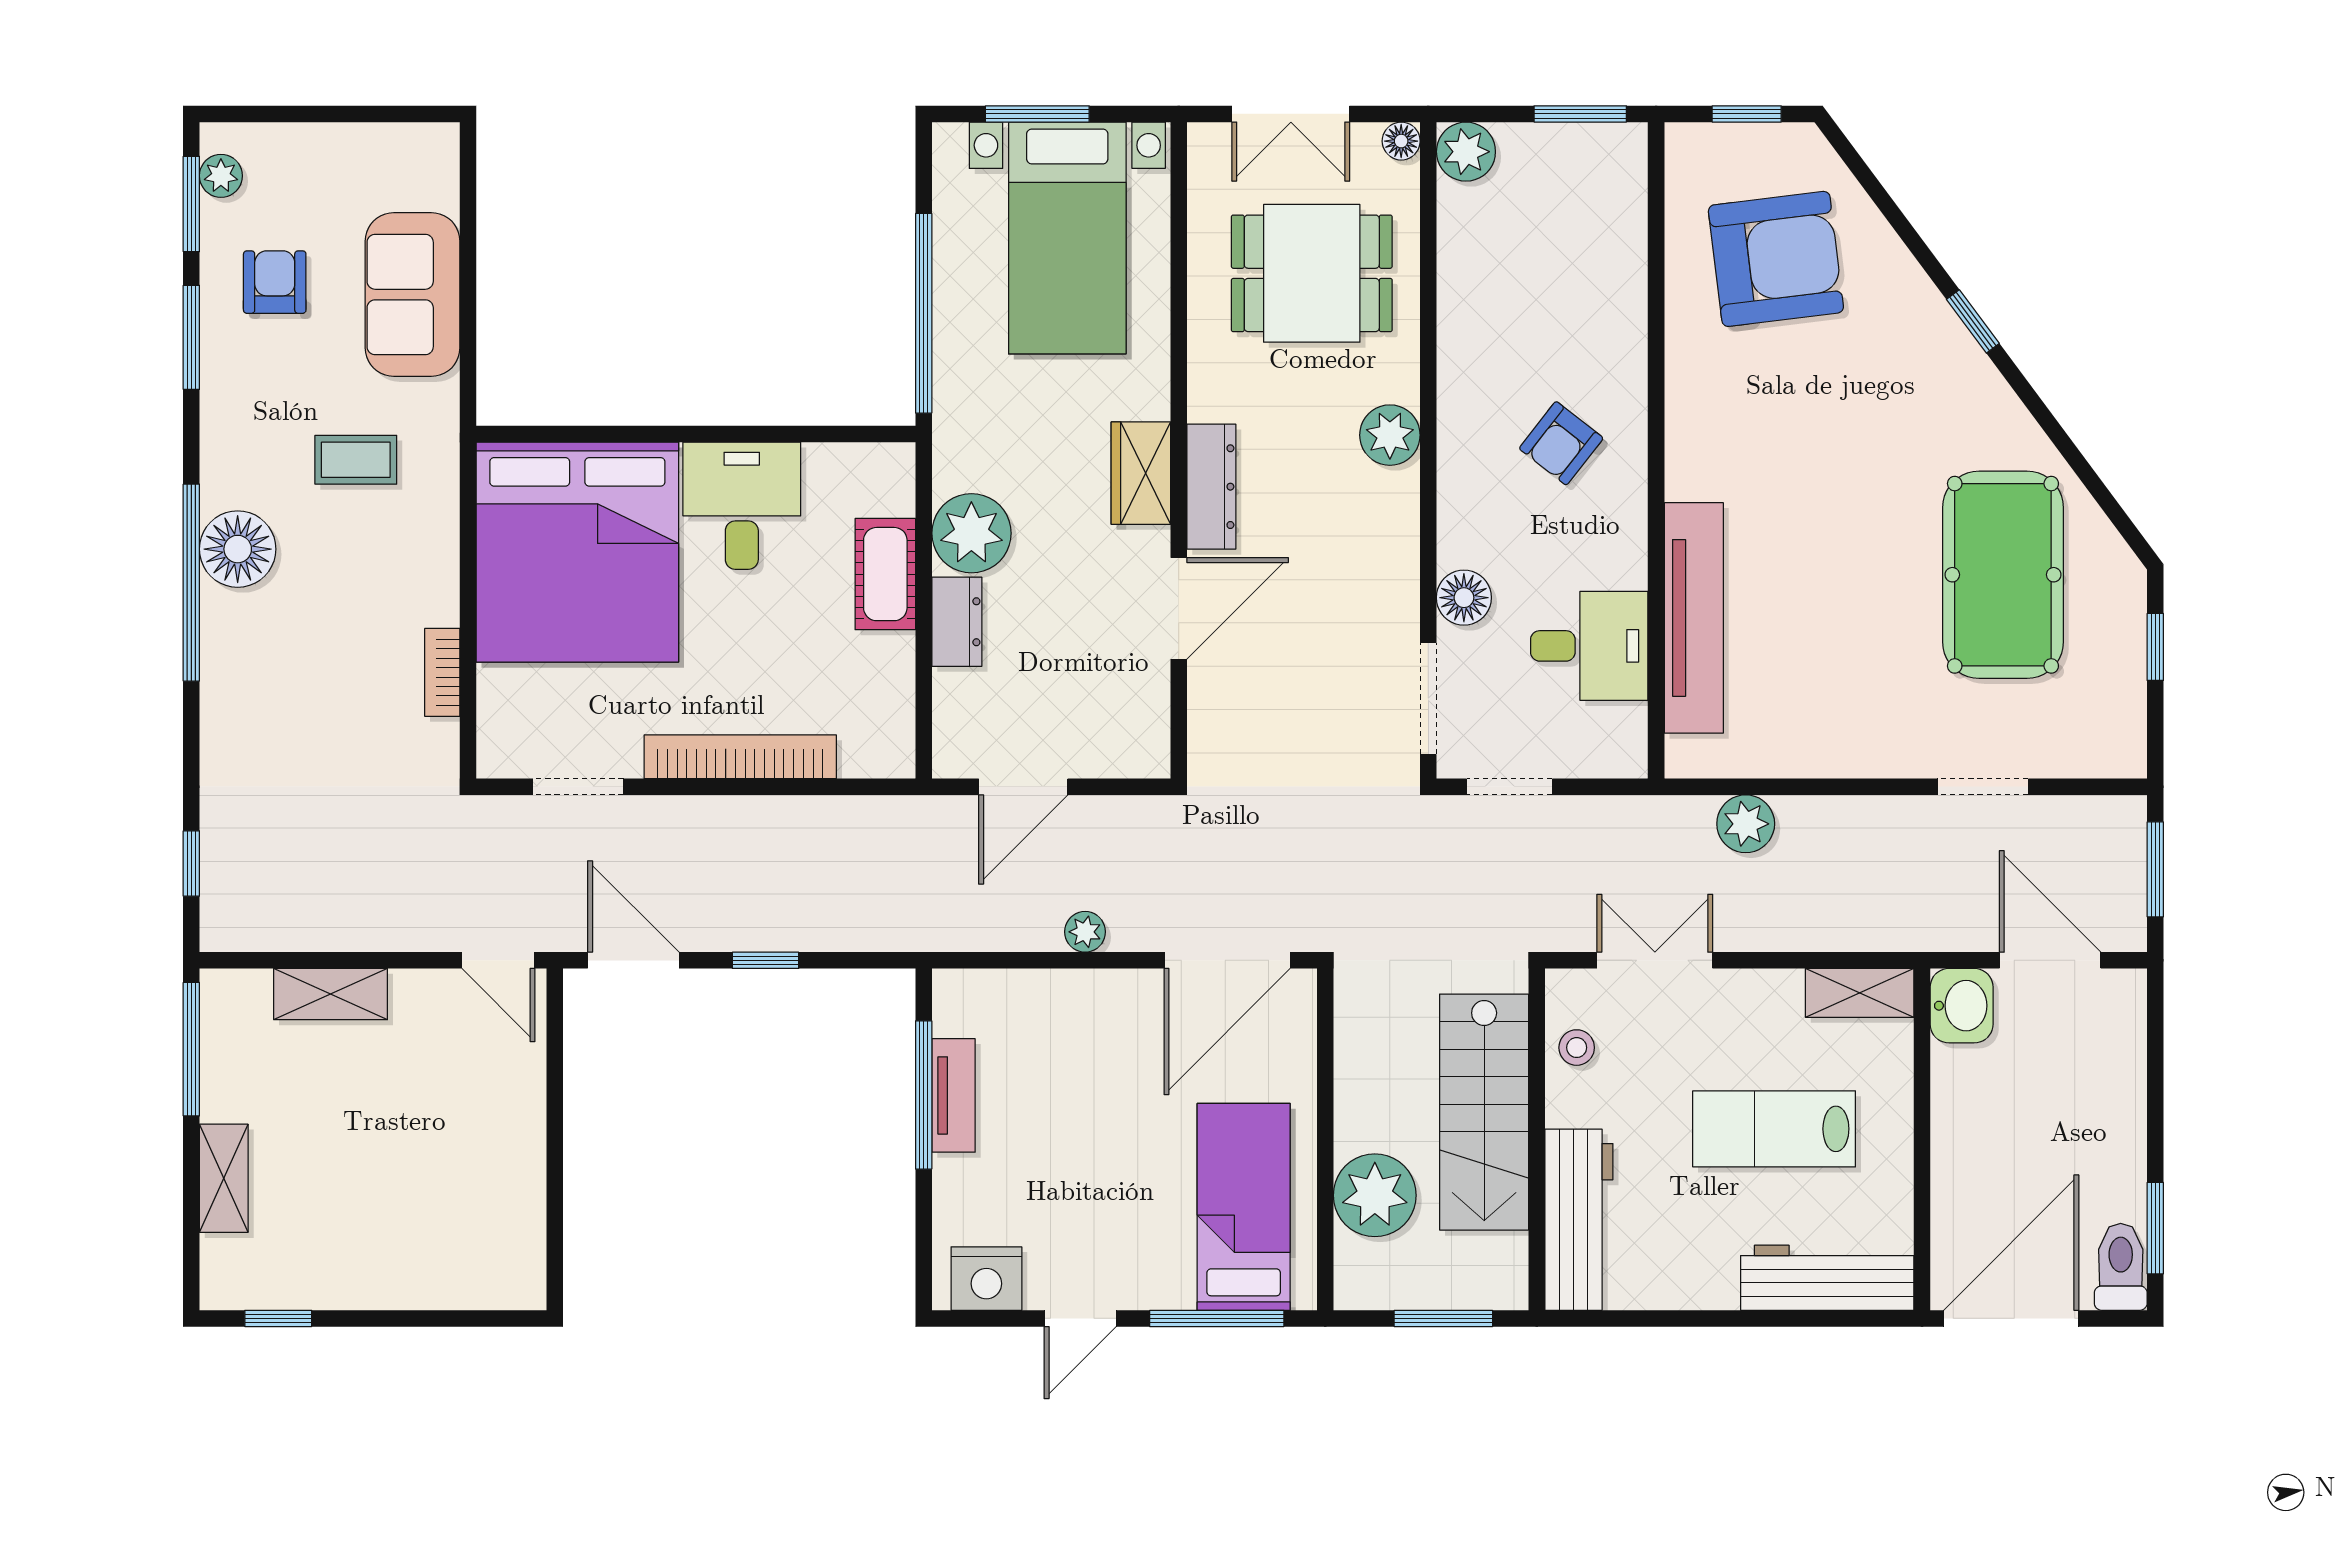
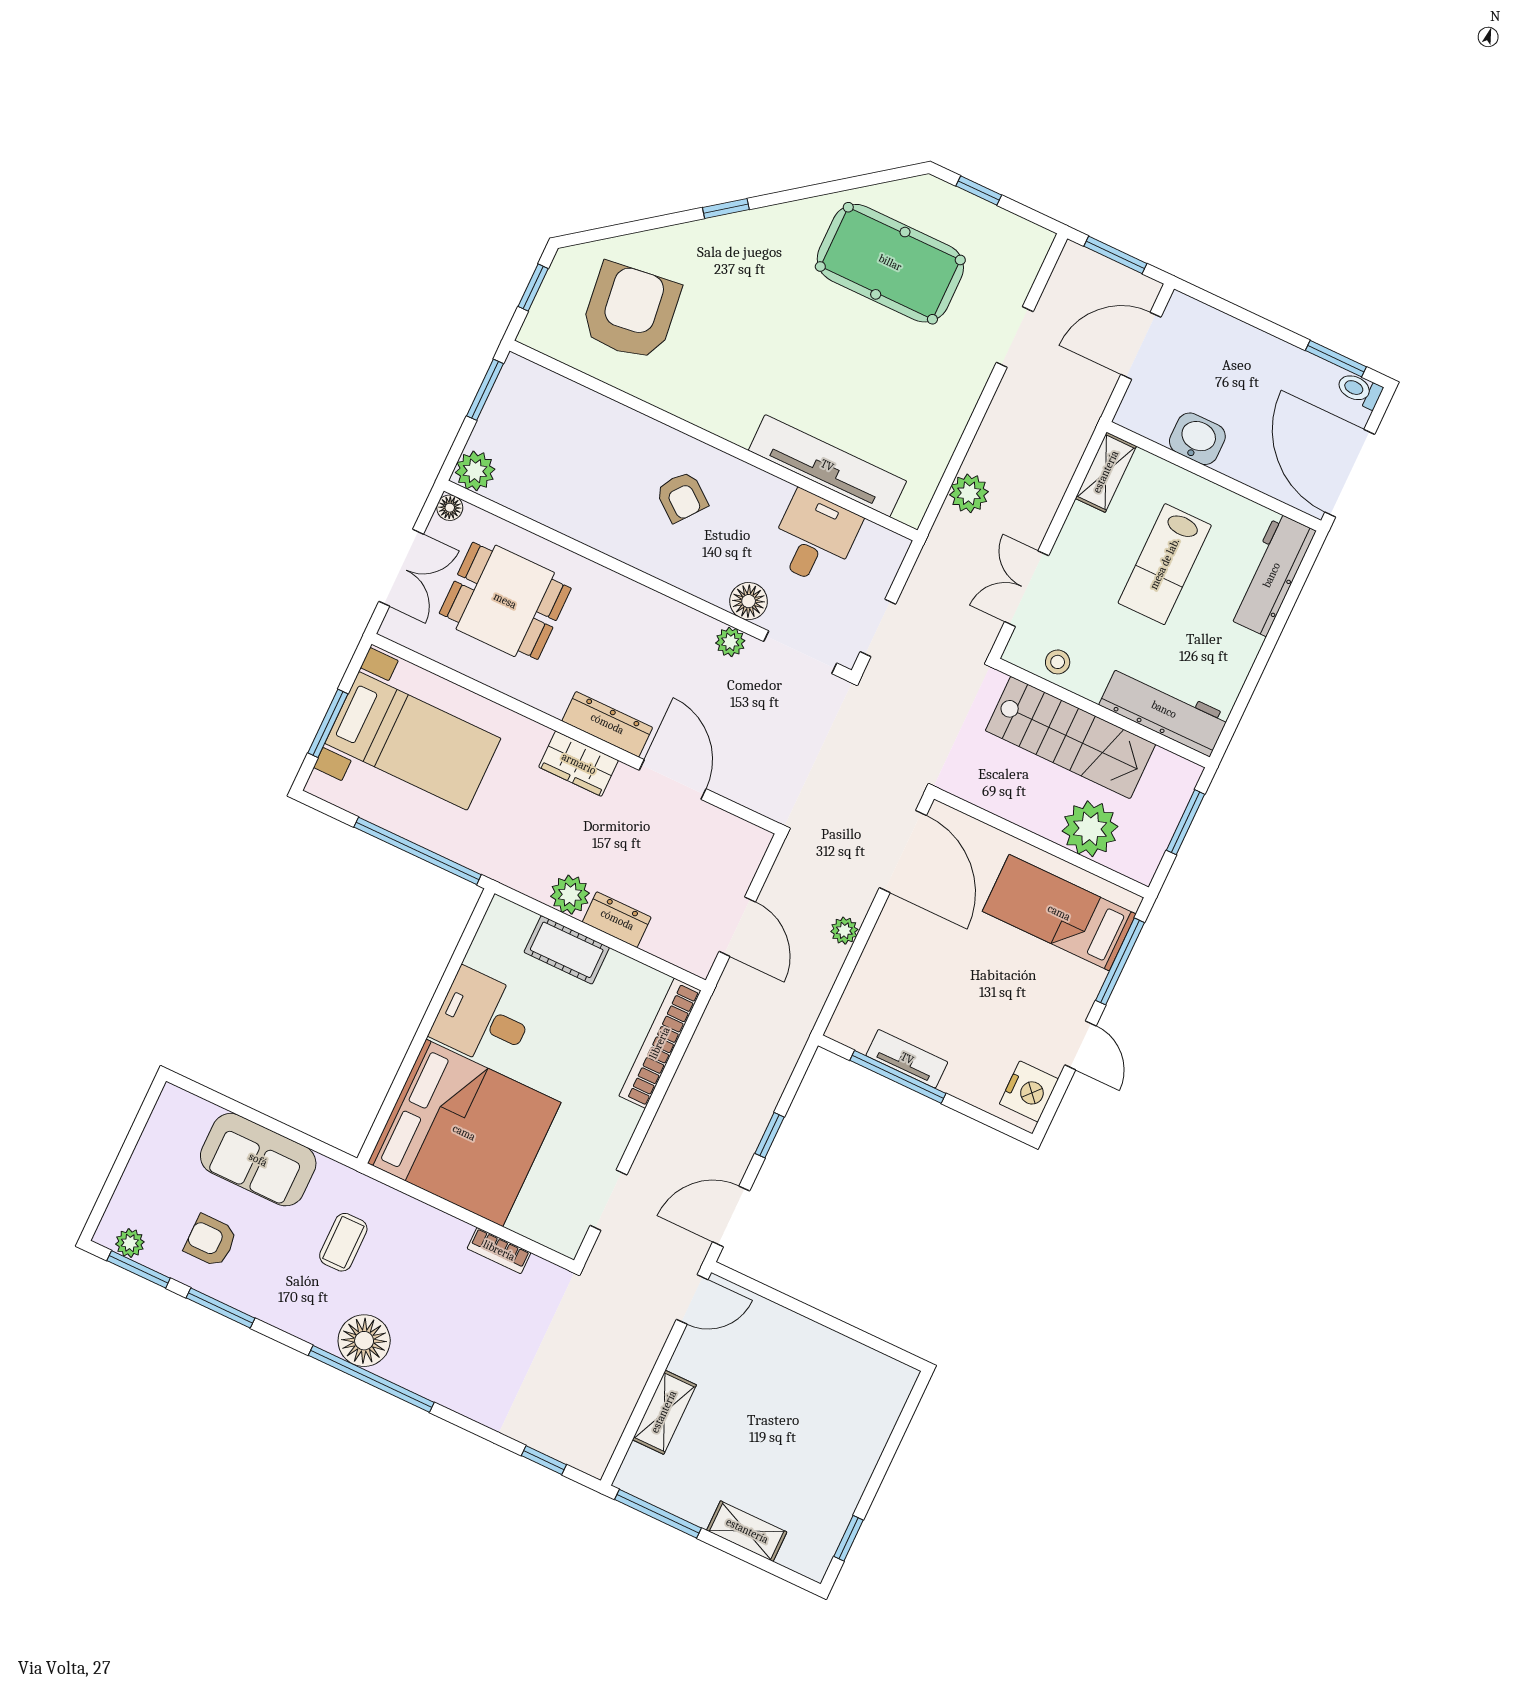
dining table: (1312, 273) -> (505, 601), turned 90
plant: (1390, 435) -> (730, 642), moved, width x0.73, depth x0.73
plant: (971, 533) -> (570, 895), width x0.73, depth x0.73
bookcase: (740, 757) -> (660, 1043), moved
washbasin: (1962, 1006) -> (1197, 439), moved
toilet: (2121, 1267) -> (1359, 390), width x0.73, depth x0.72

